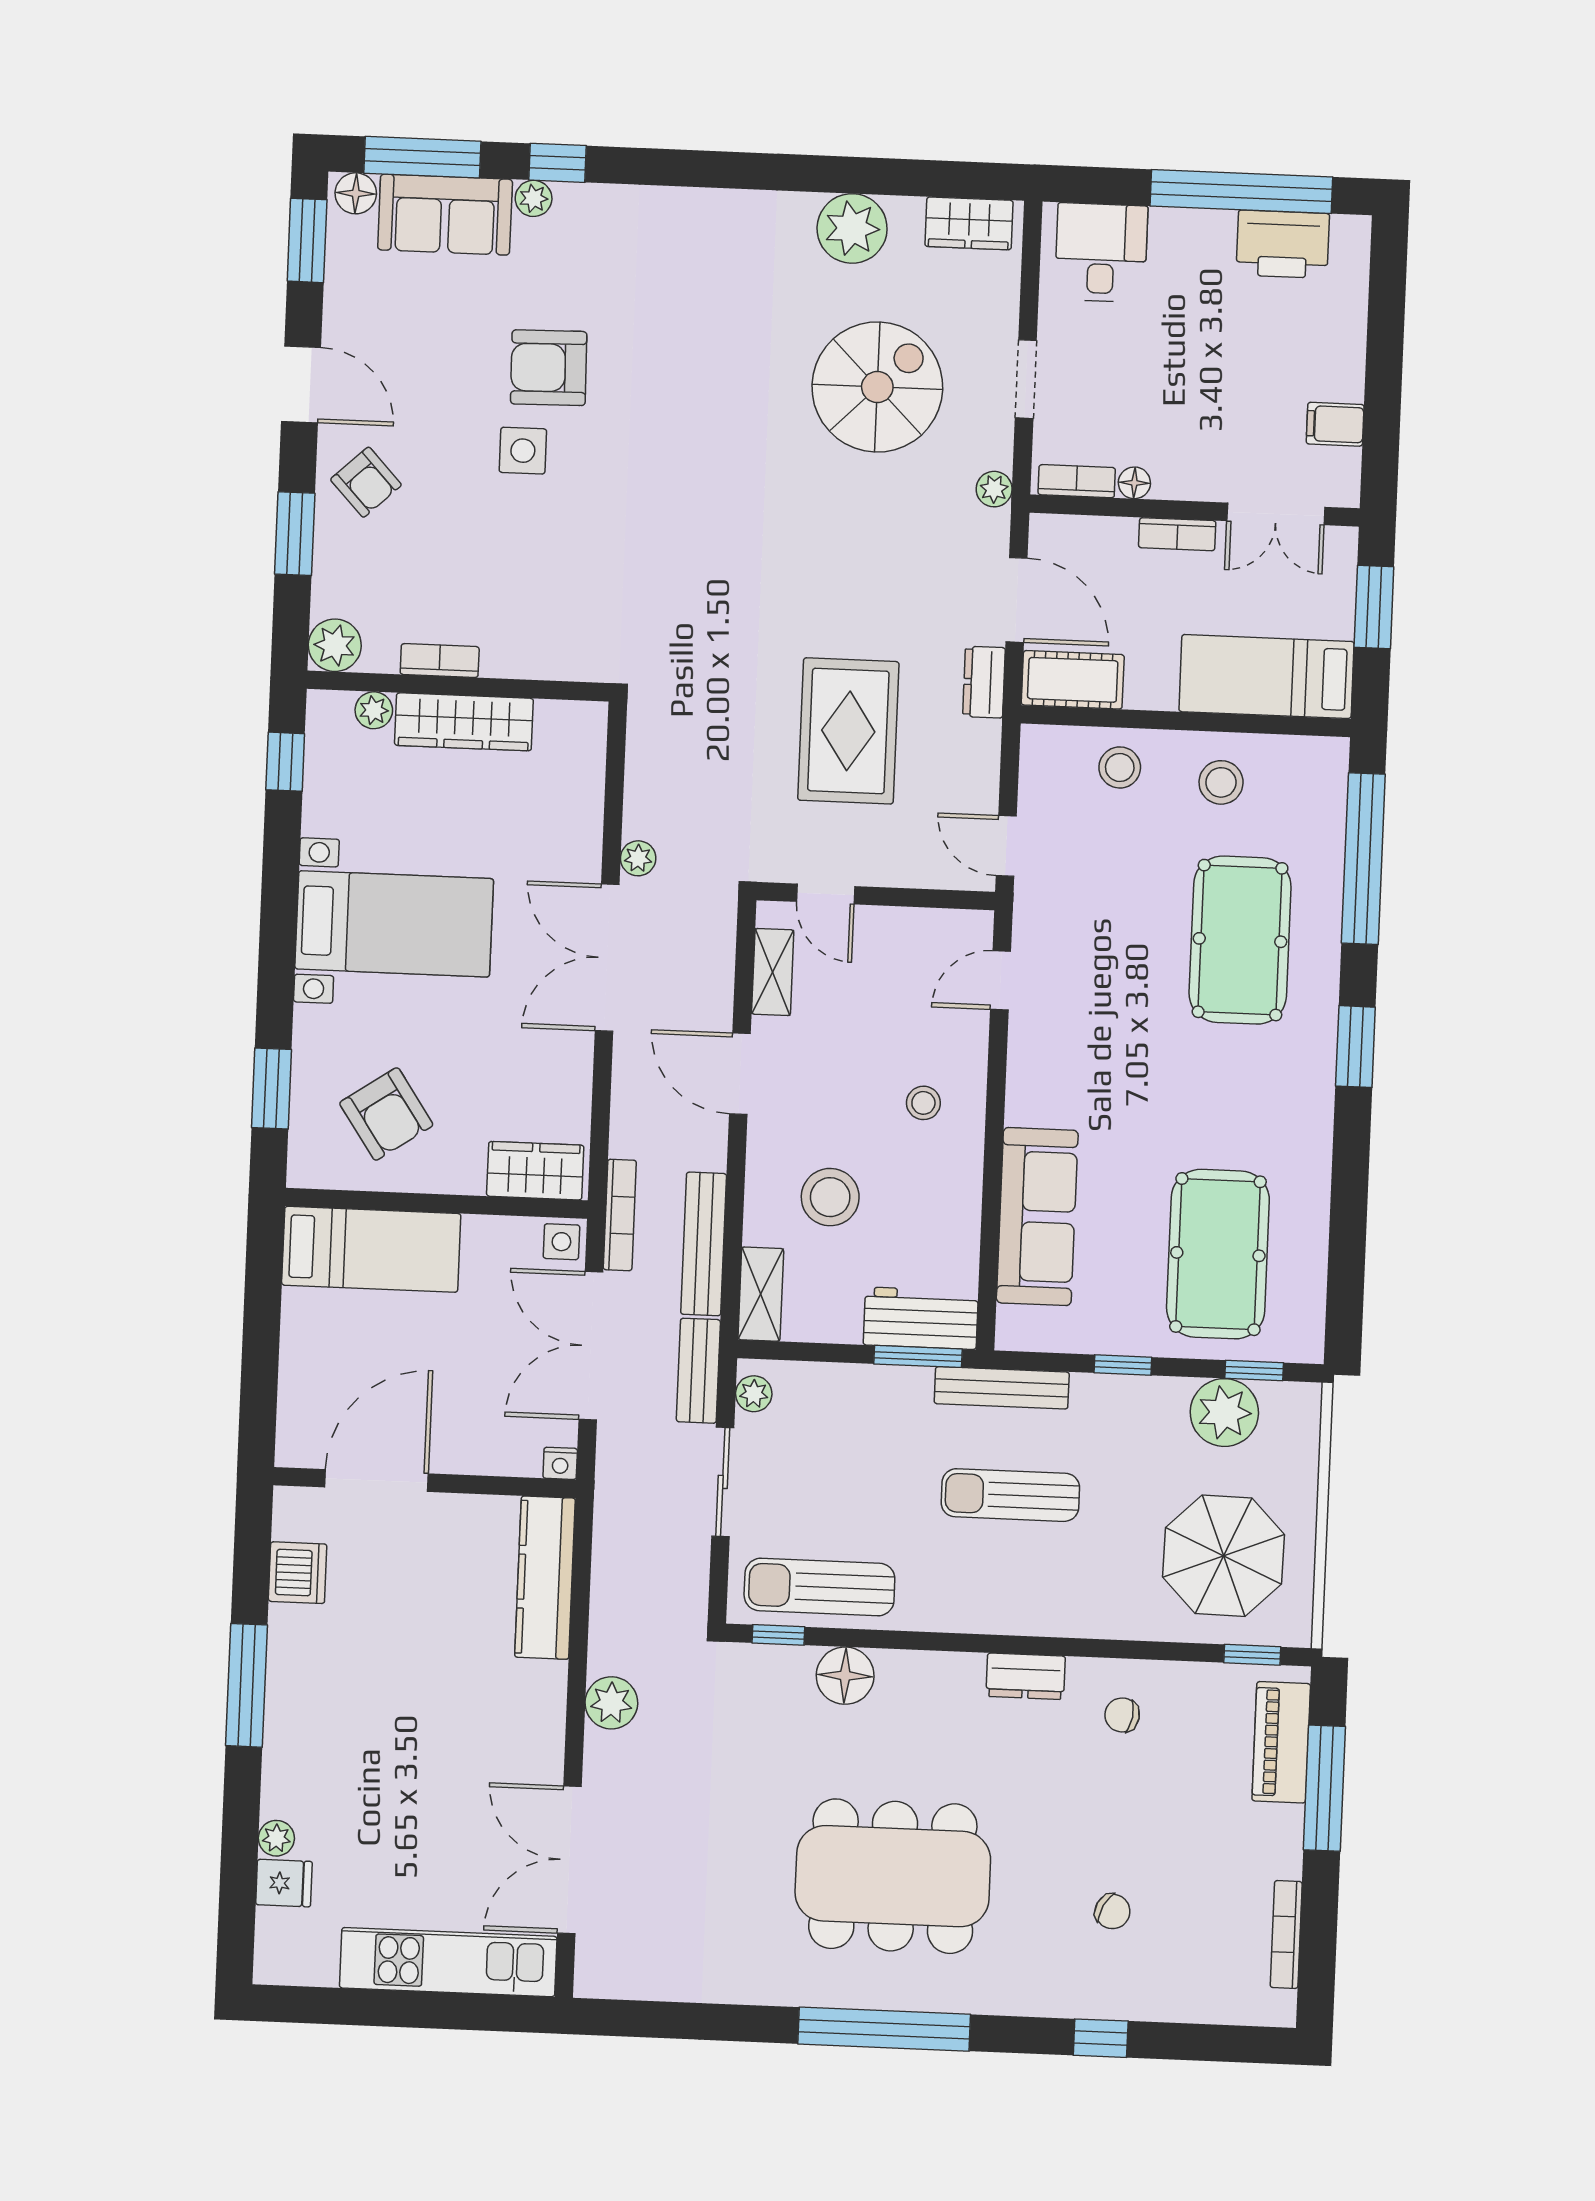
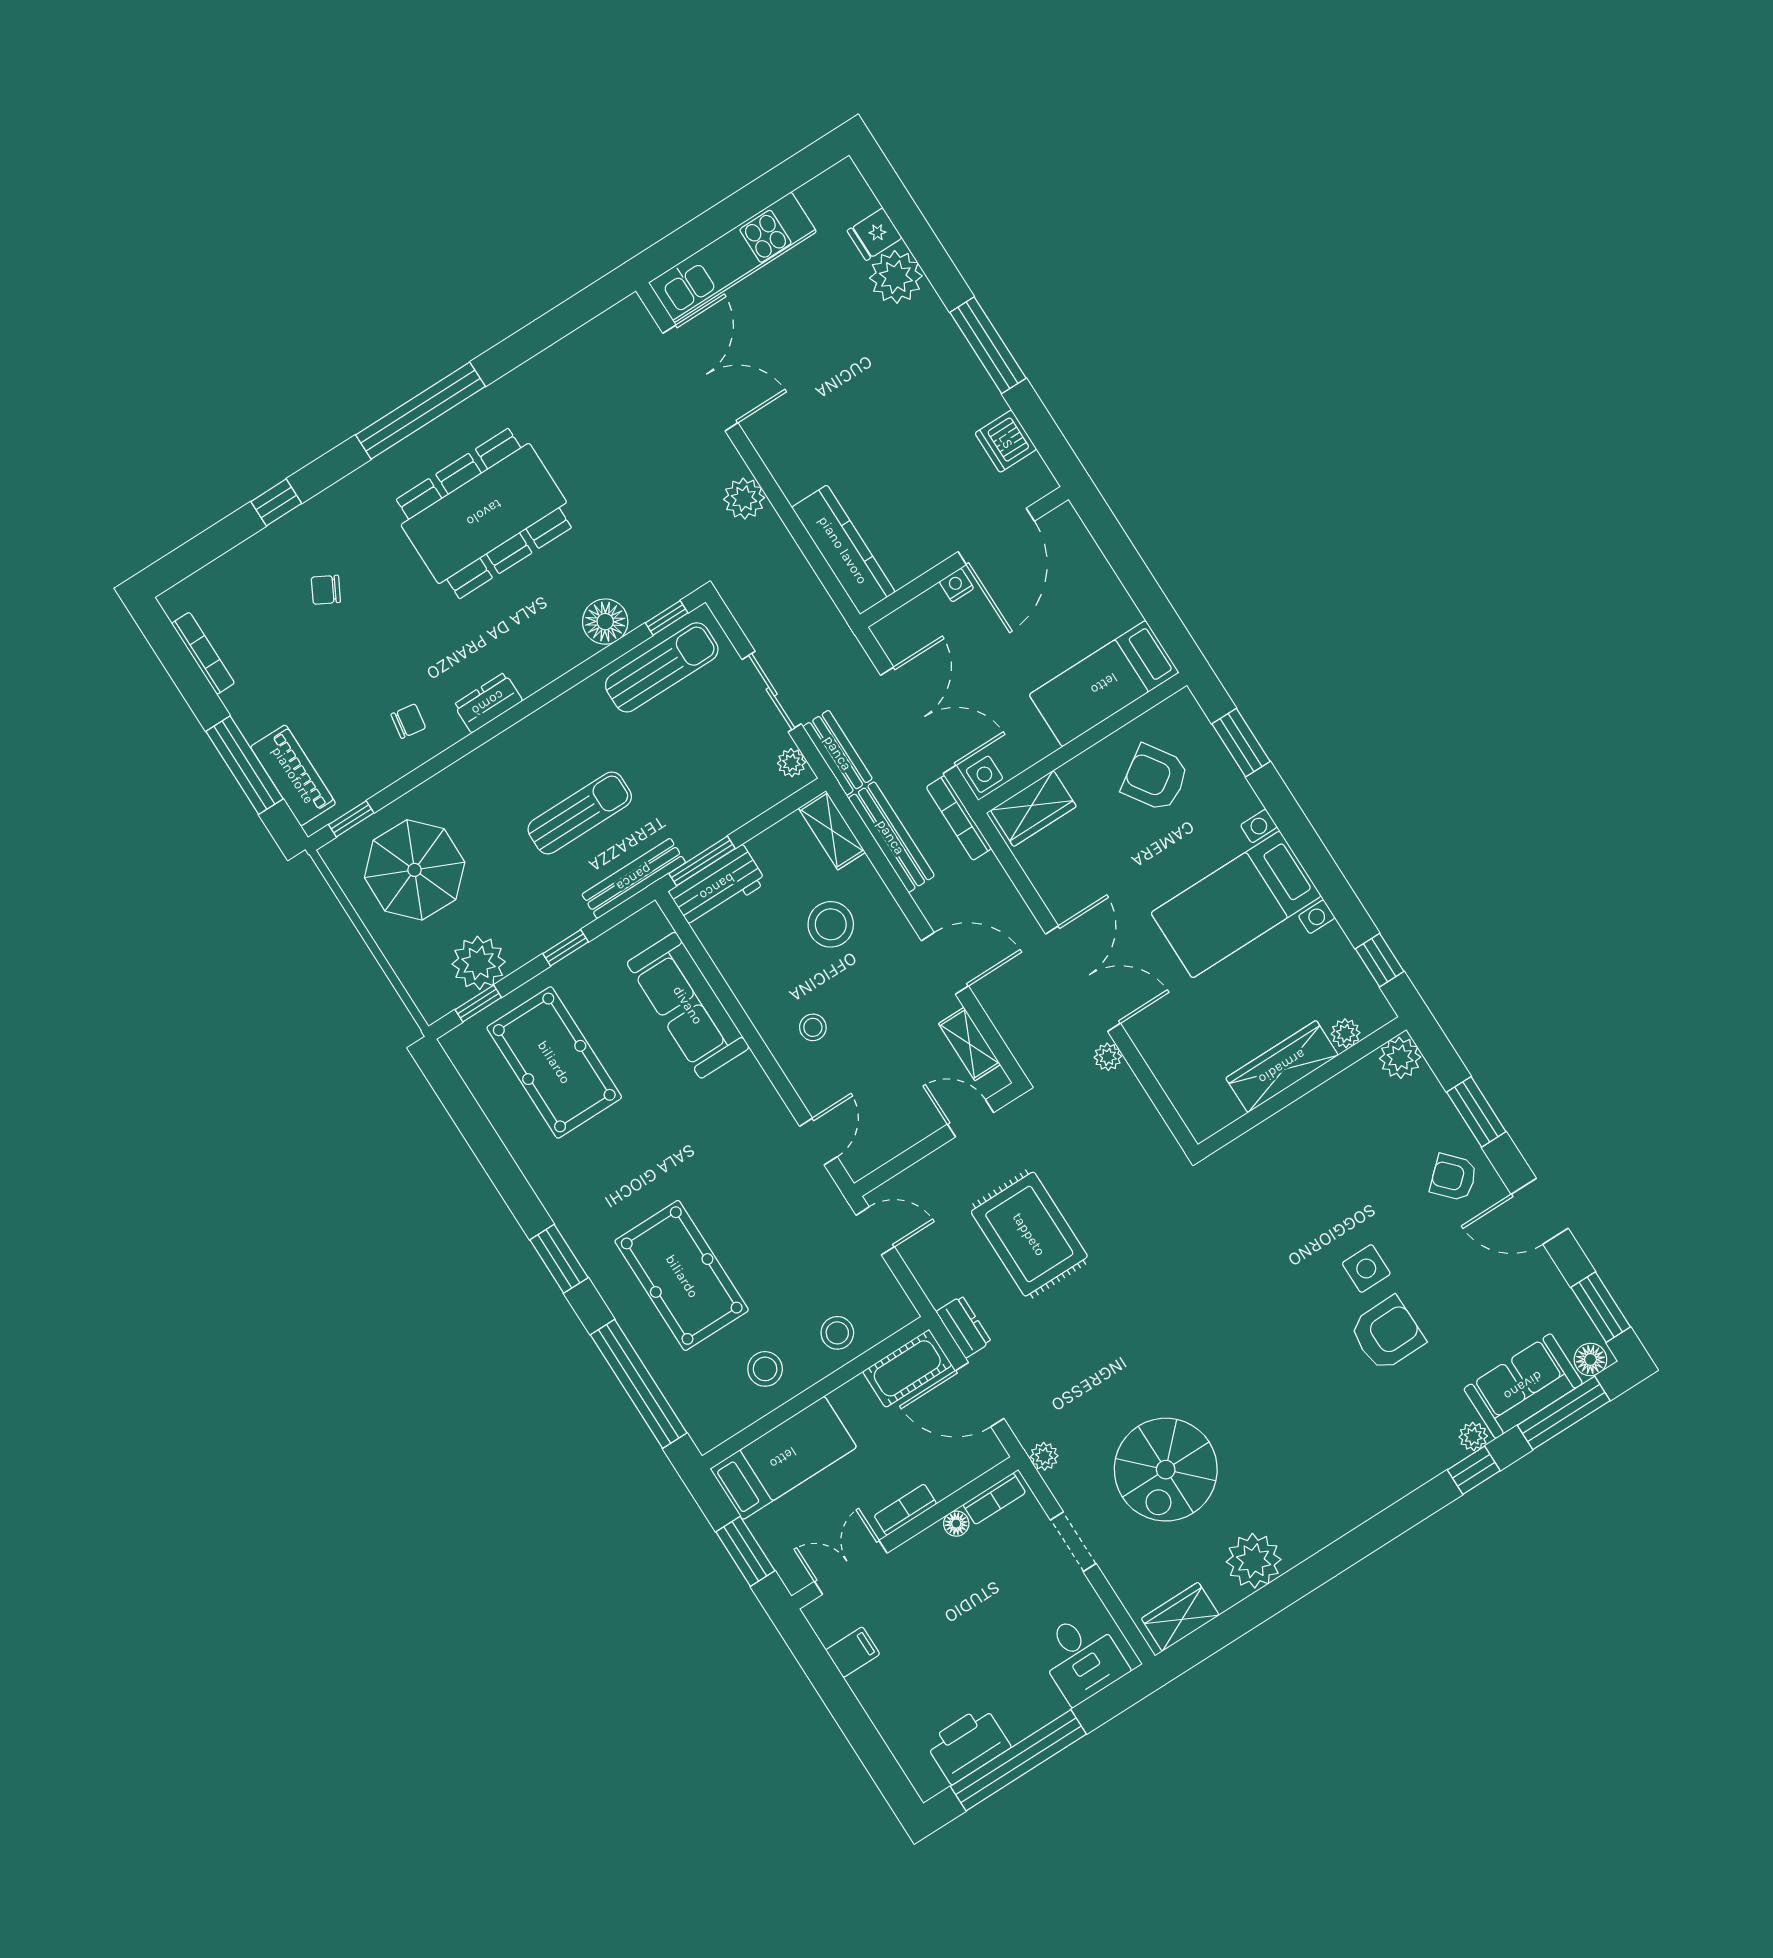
bookcase: (440, 661) -> (1325, 1095), removed
nightstand: (560, 1463) -> (956, 585), moved
plant: (276, 1838) -> (896, 277), width x1.87, depth x1.87

